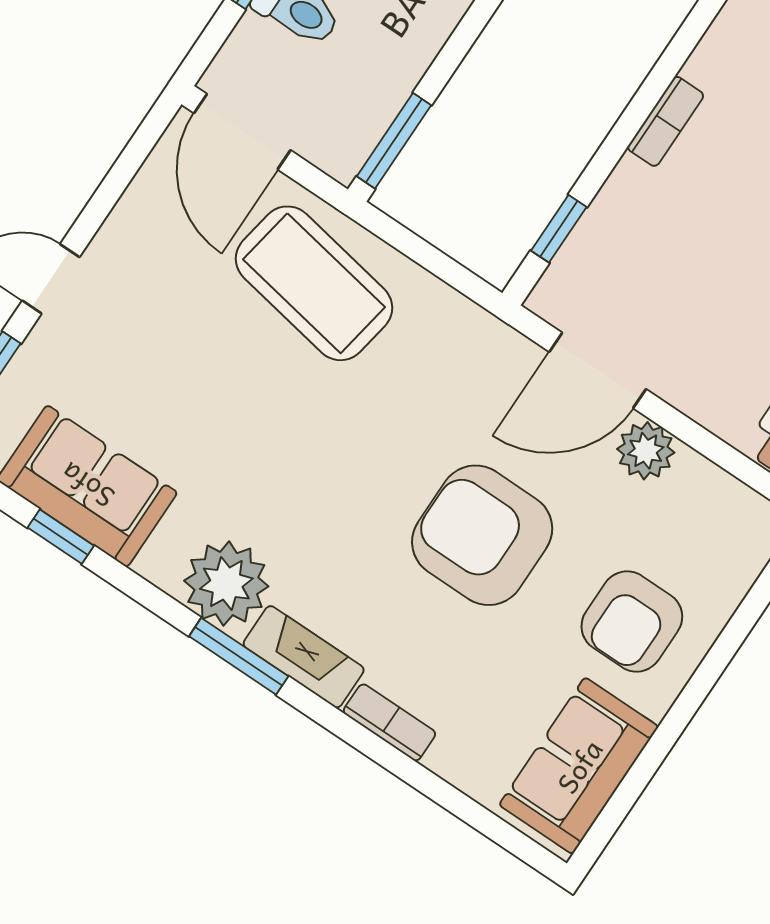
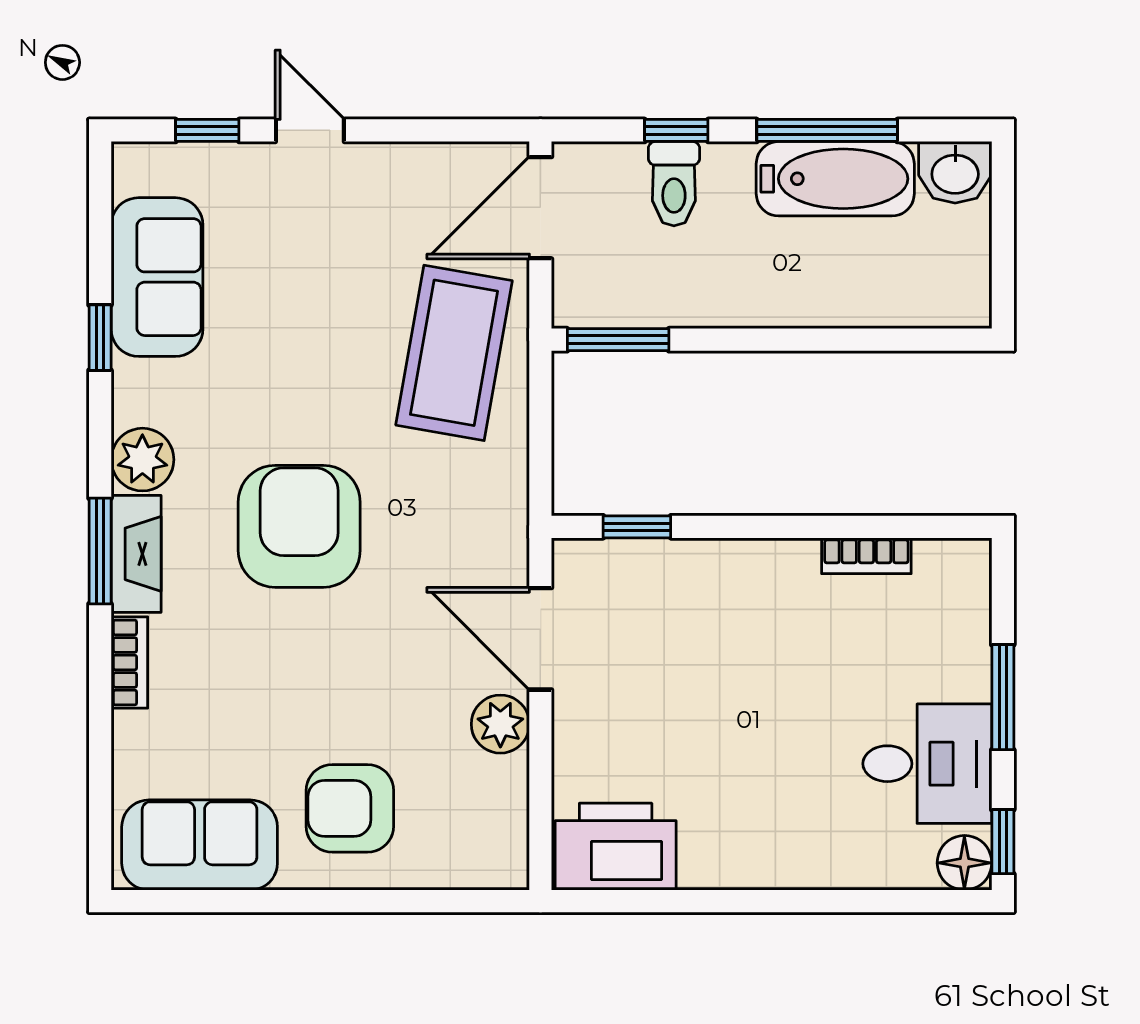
bookcase: (666, 121) -> (866, 556), moved
armchair: (482, 535) -> (299, 526), moved
window: (61, 537) -> (100, 338), moved
plant: (226, 584) -> (142, 460), width x0.73, depth x0.73
window: (239, 656) -> (100, 551), moved

